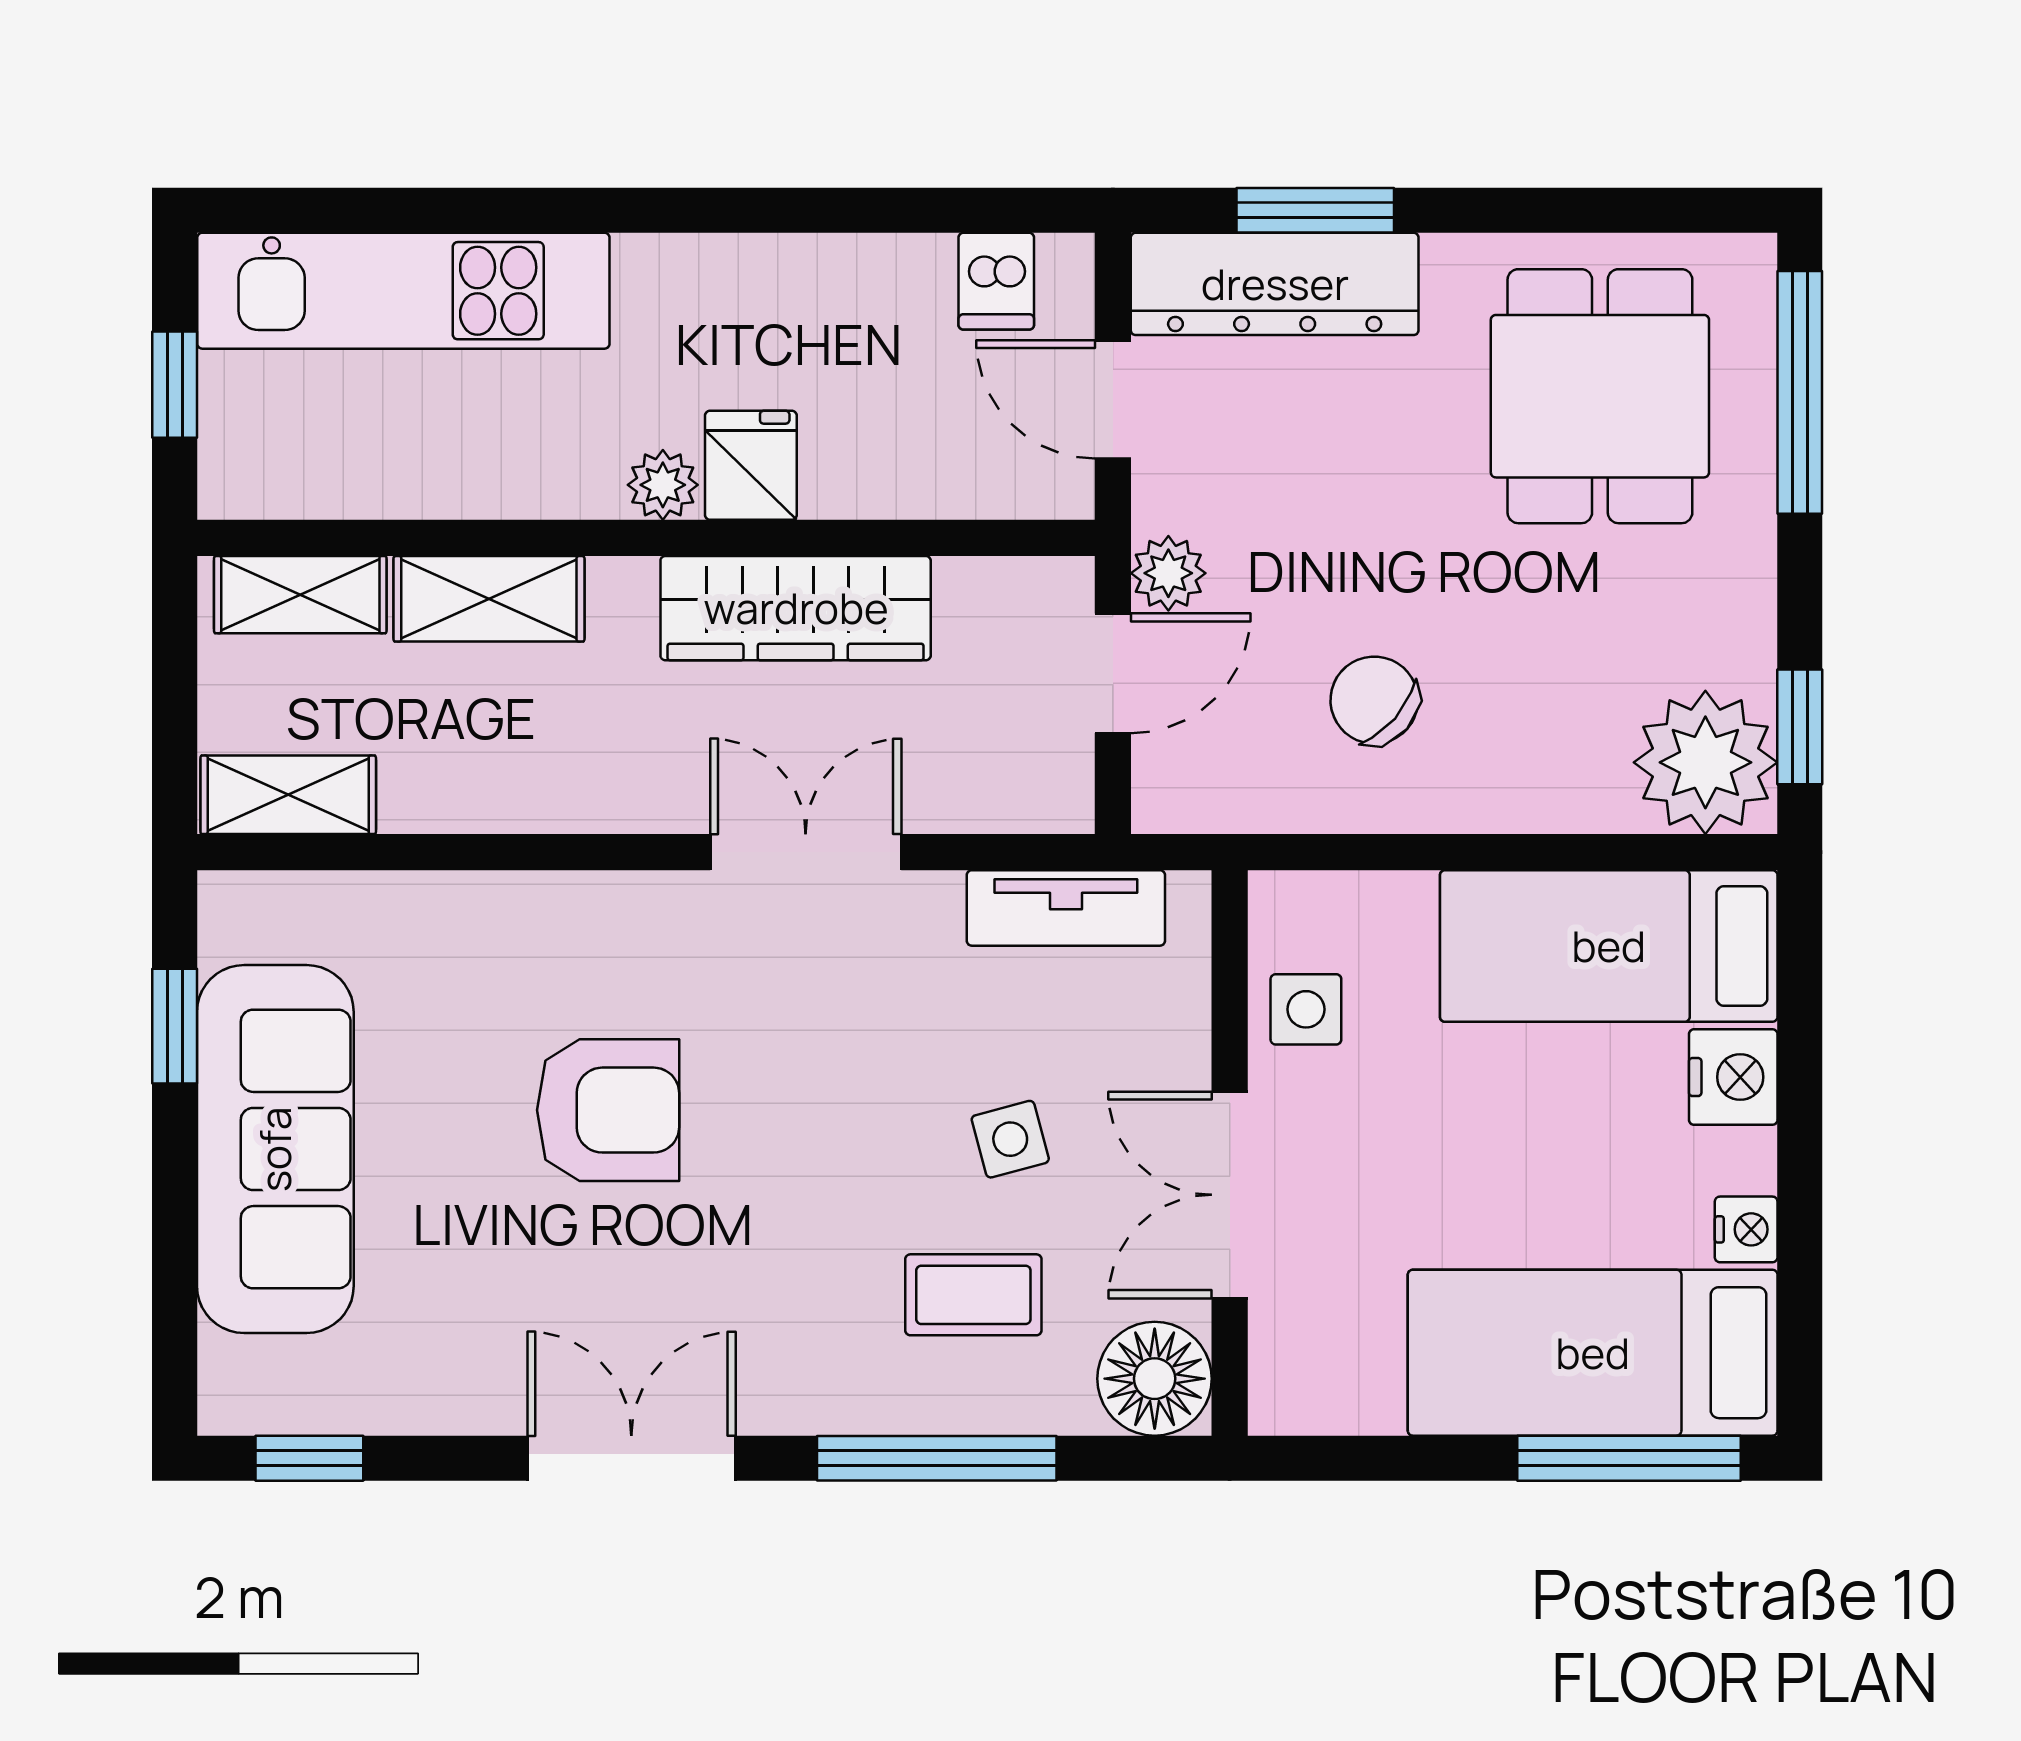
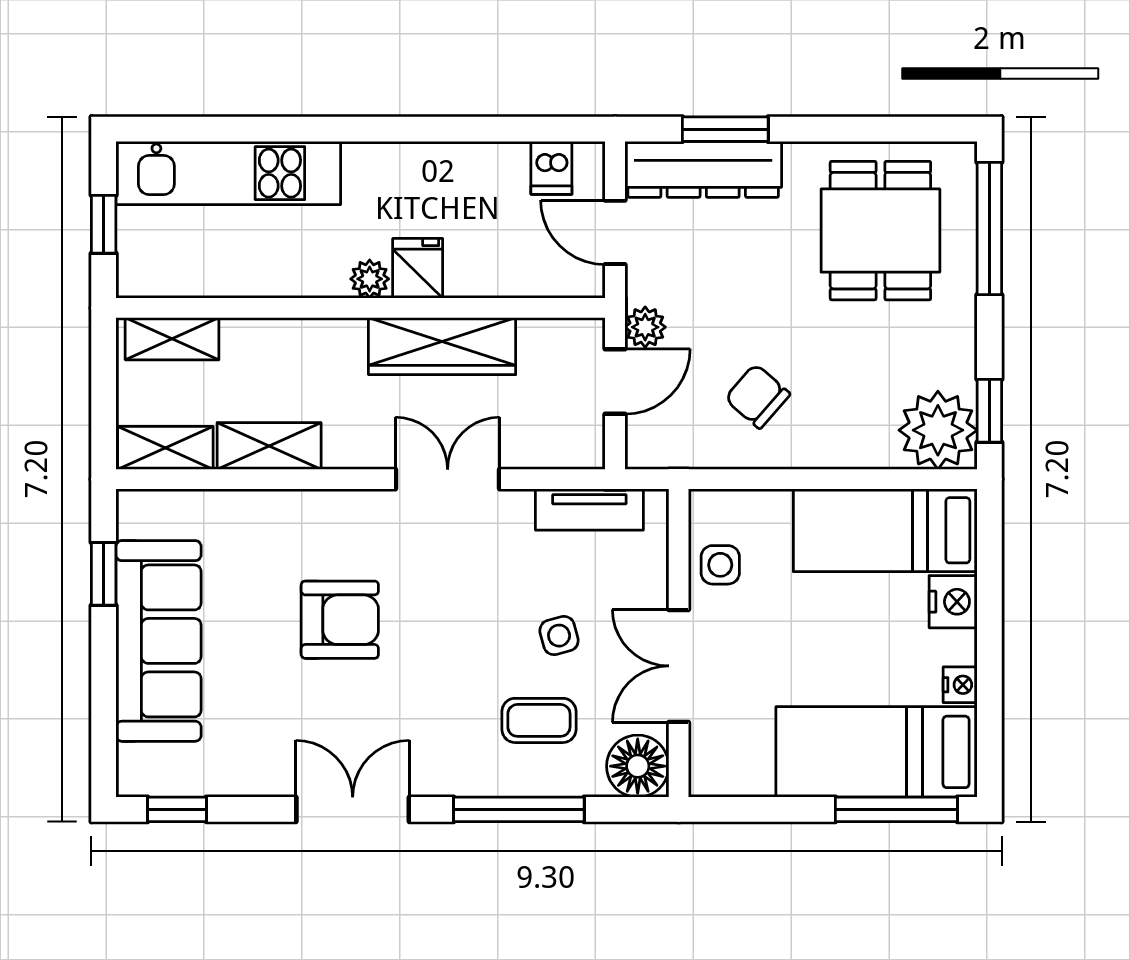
shelving: (489, 599) -> (269, 446), moved

